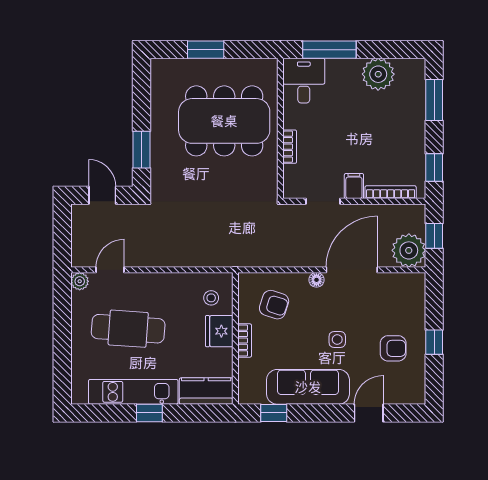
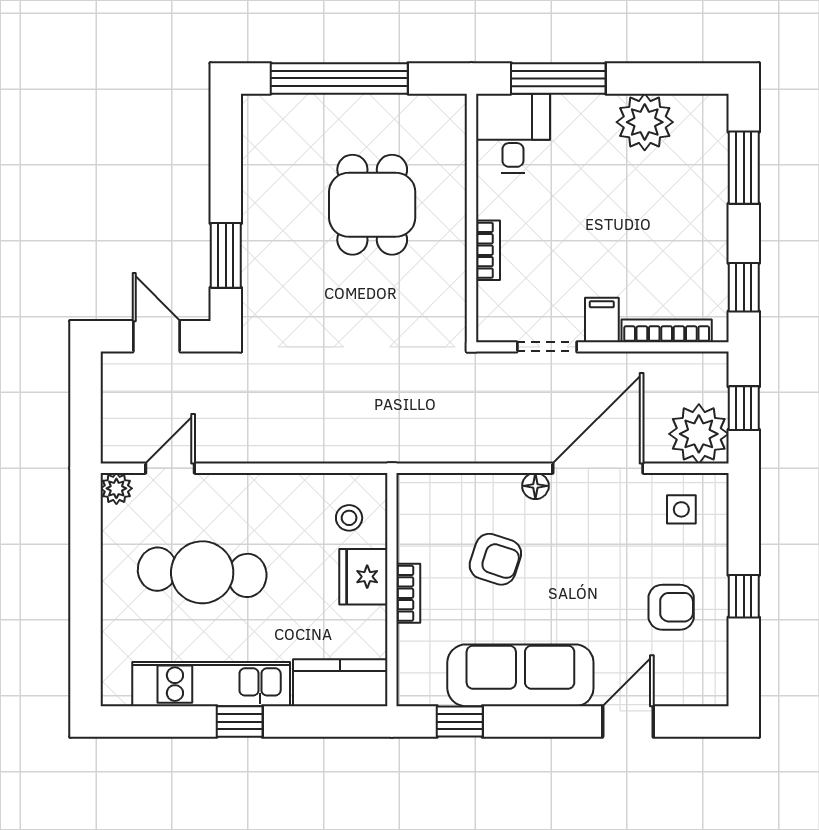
window: (206, 50) -> (339, 78), width x2.11
dining table: (224, 121) -> (372, 205), width x0.53, depth x0.80
armchair: (274, 305) -> (495, 559), moved
side table: (337, 340) -> (681, 509), moved

